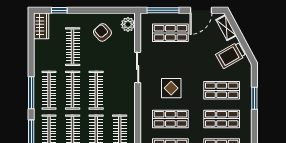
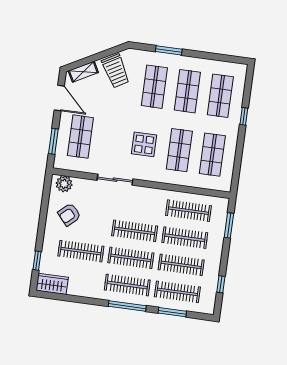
window: (163, 10) -> (53, 141), width x0.69

